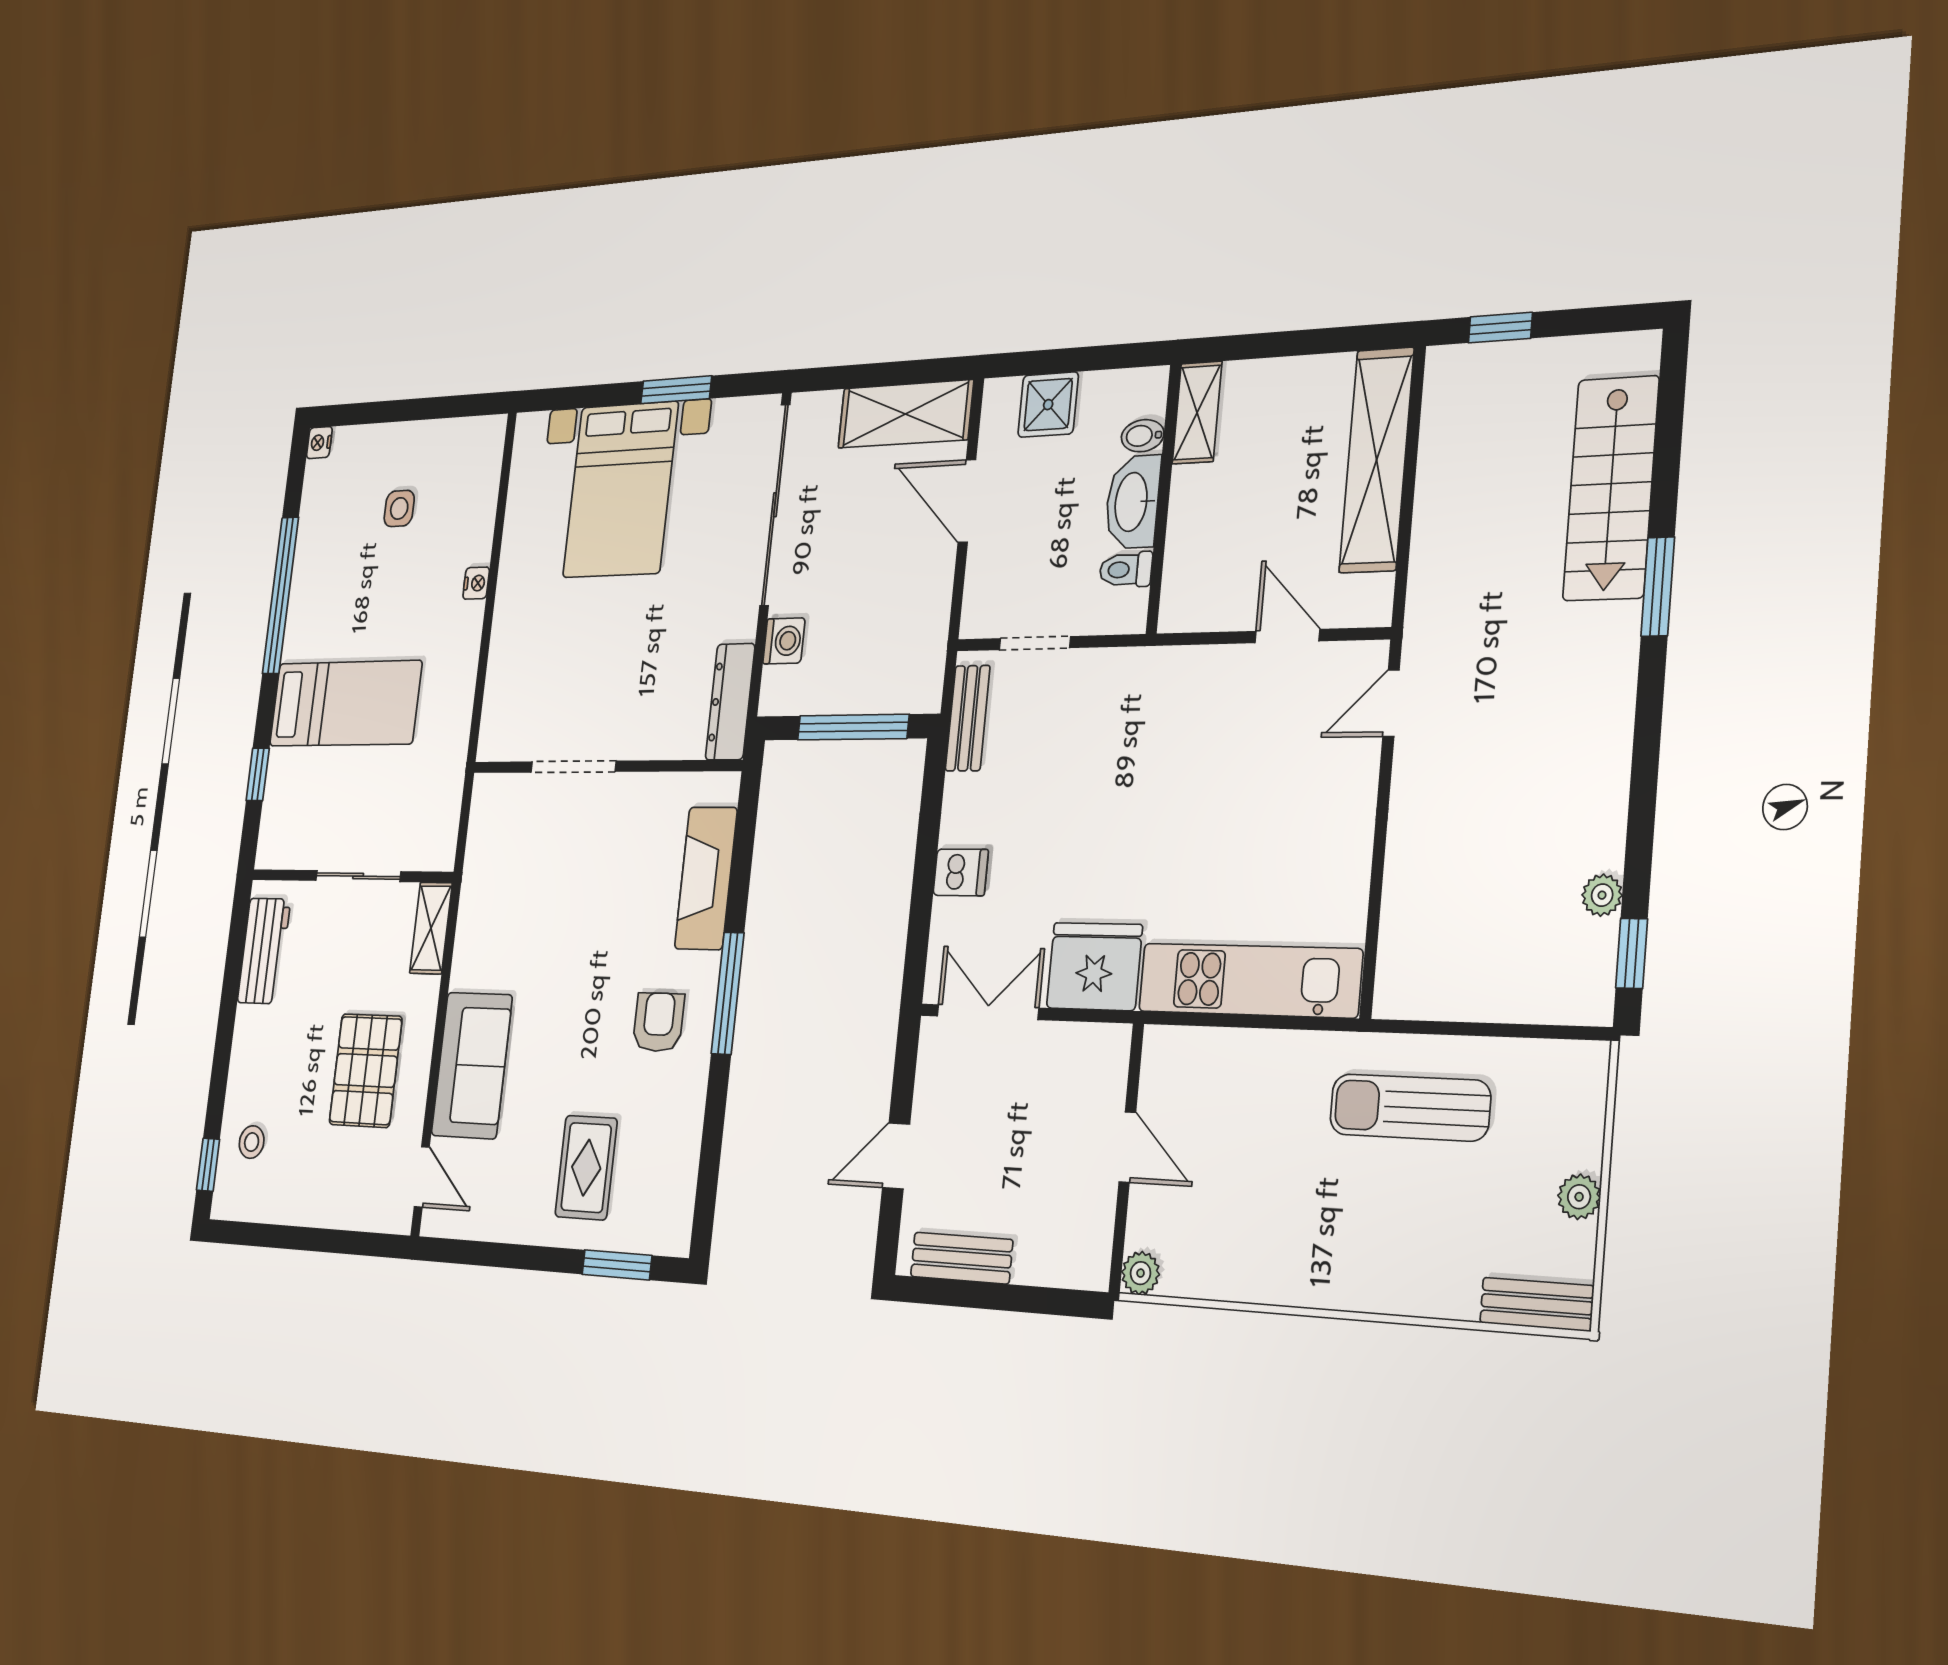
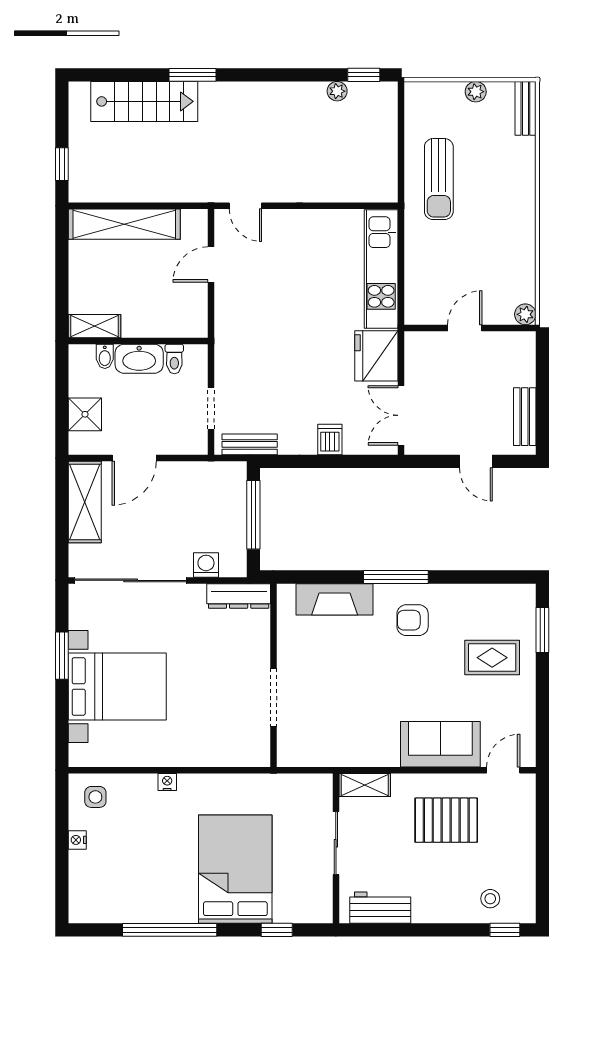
nightstand: (319, 443) -> (77, 840), moved, turned 90
side table: (399, 508) -> (95, 797), moved
bed: (345, 703) -> (235, 869), width x1.50

